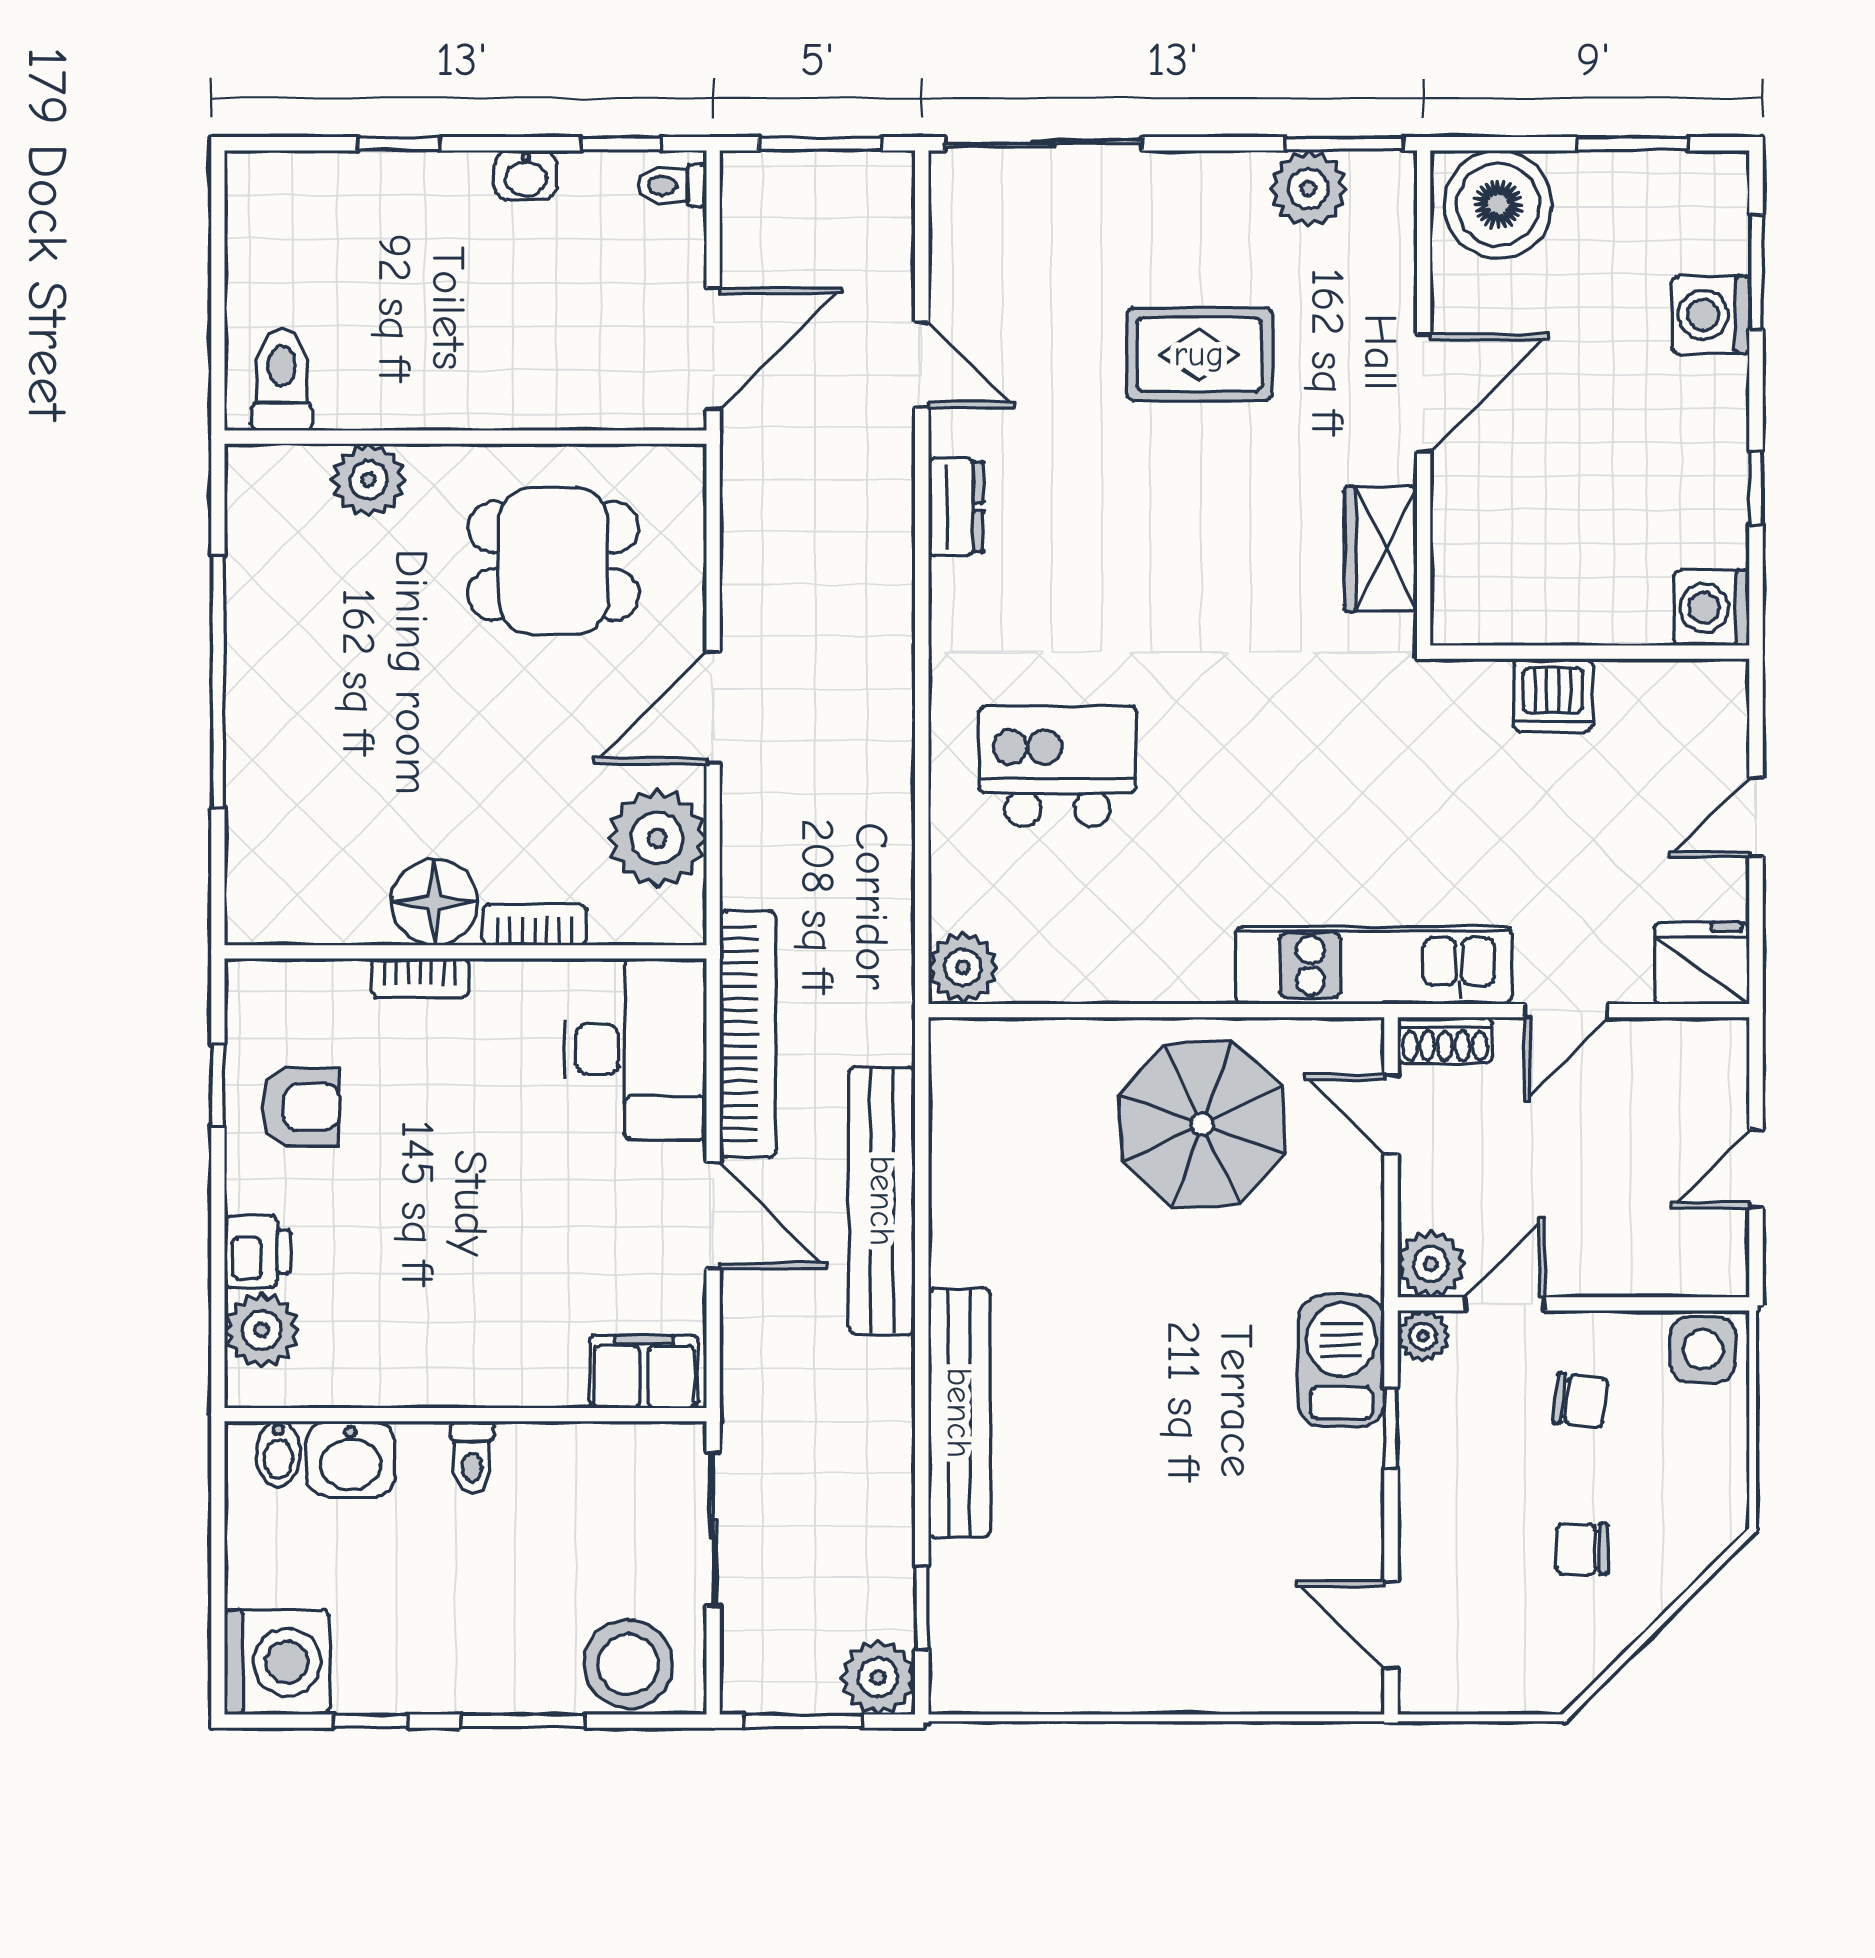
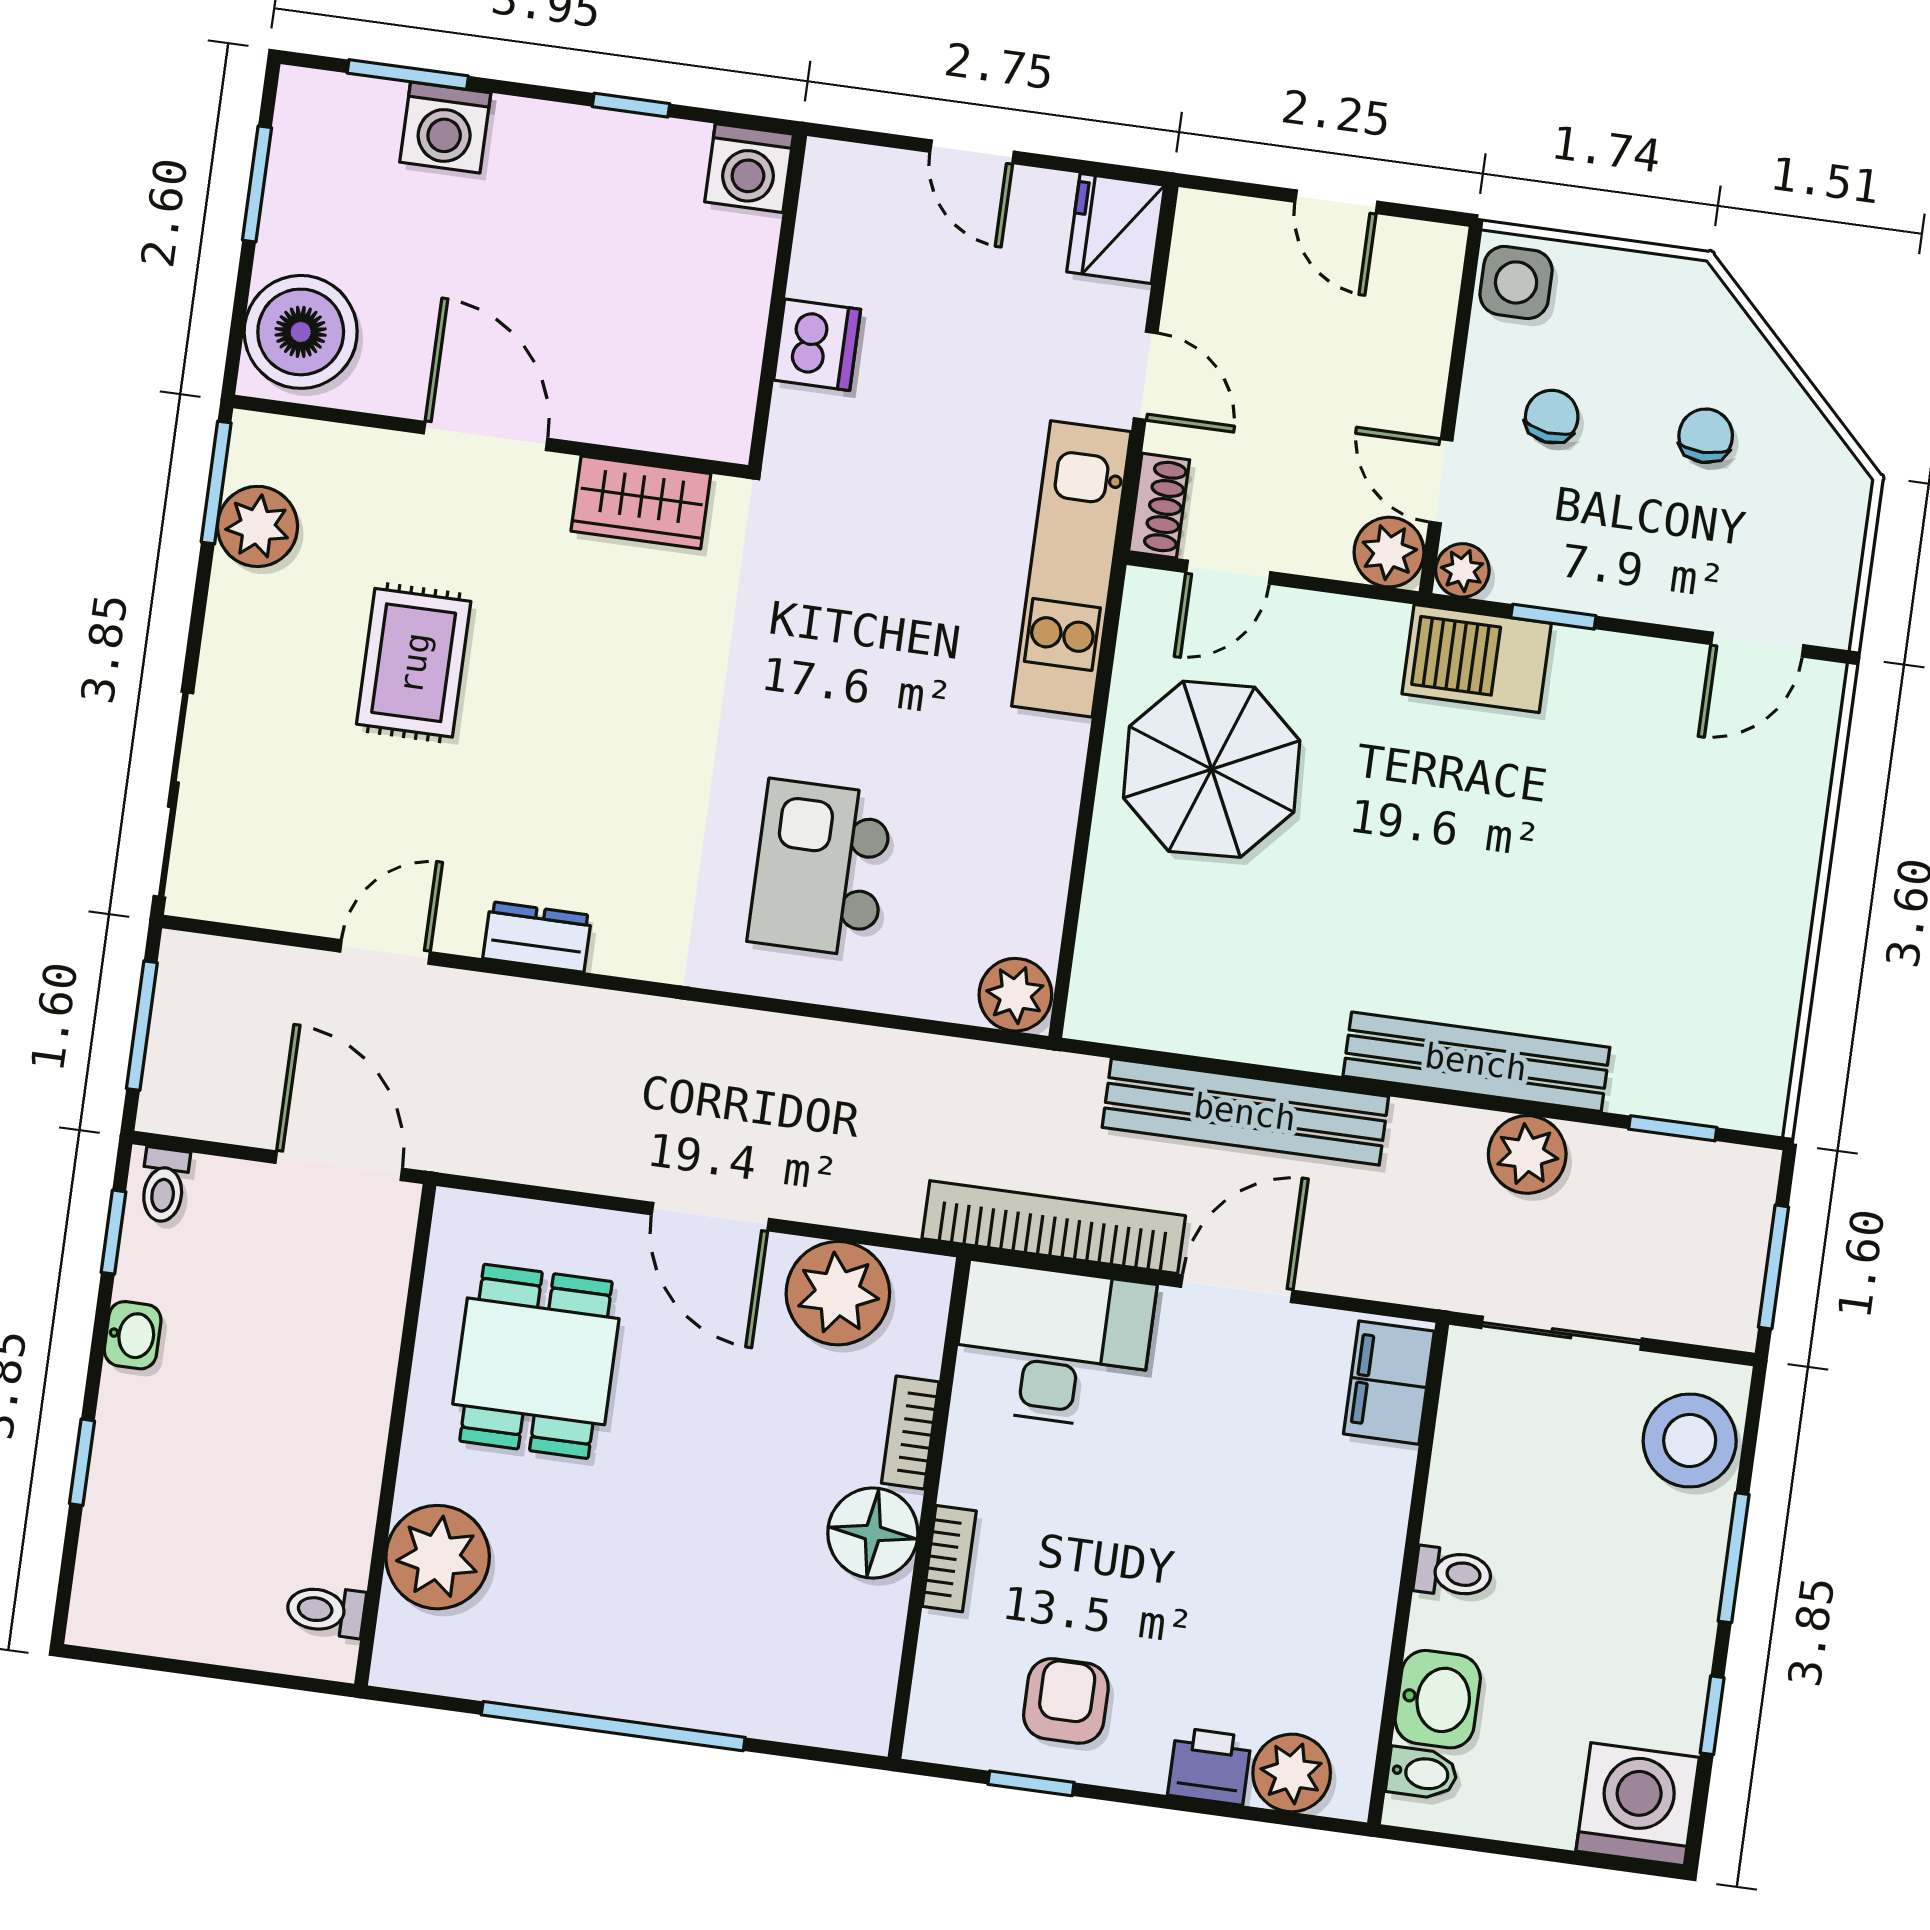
toilet: (282, 380) -> (326, 1611), width x0.73, depth x0.72
plant: (368, 480) -> (438, 1557), width x1.36, depth x1.36
chair: (1582, 1549) -> (1706, 436), turned 180
plant: (878, 1677) -> (1527, 1154), moved

